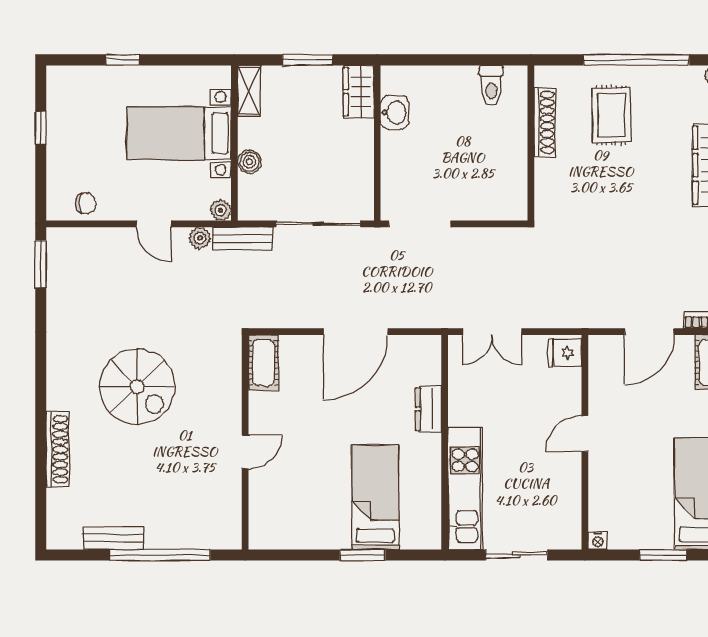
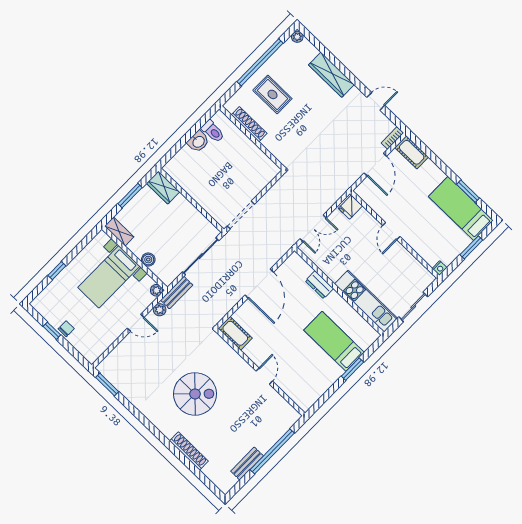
washbasin: (395, 113) -> (198, 142), moved, turned 90
chair: (86, 203) -> (66, 329), moved

